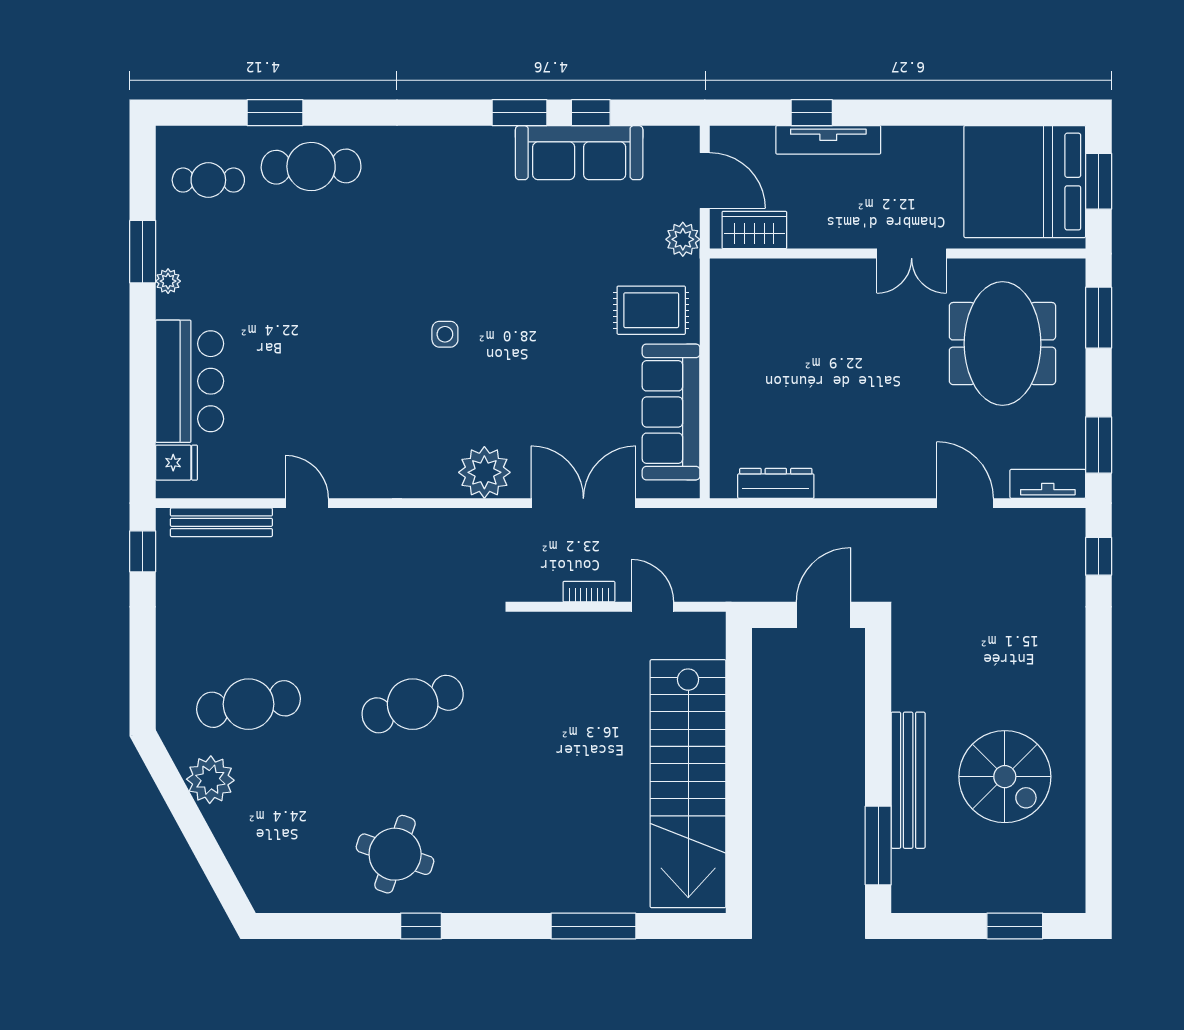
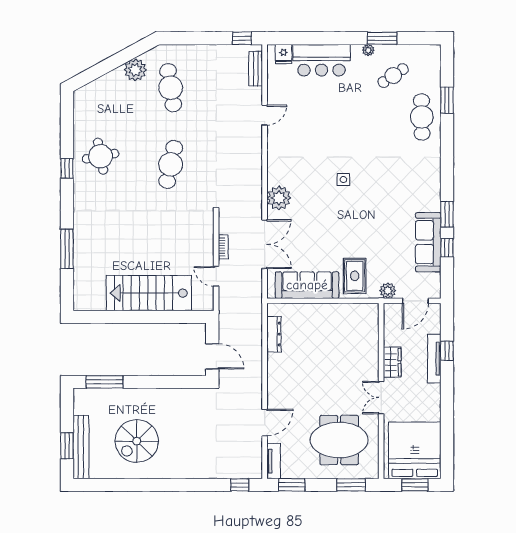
cafe table: (208, 180) -> (393, 76), moved, turned 56
wardrobe: (754, 230) -> (392, 362), moved
bench: (221, 522) -> (256, 69), width x0.73
door: (652, 607) -> (216, 276), swing flipped
cafe table: (413, 704) -> (171, 164), turned 30
bench: (908, 780) -> (81, 447), moved, turned 90
stairs: (688, 784) -> (149, 293), width x0.73
round table: (395, 854) -> (101, 156), turned -30

